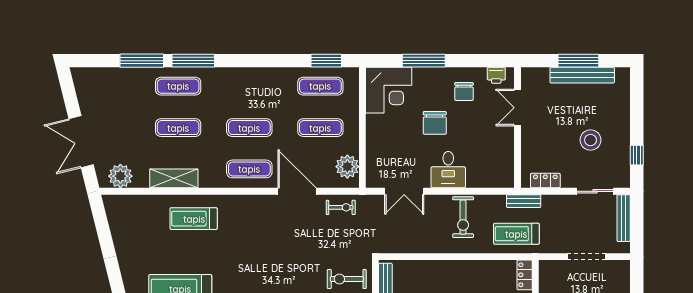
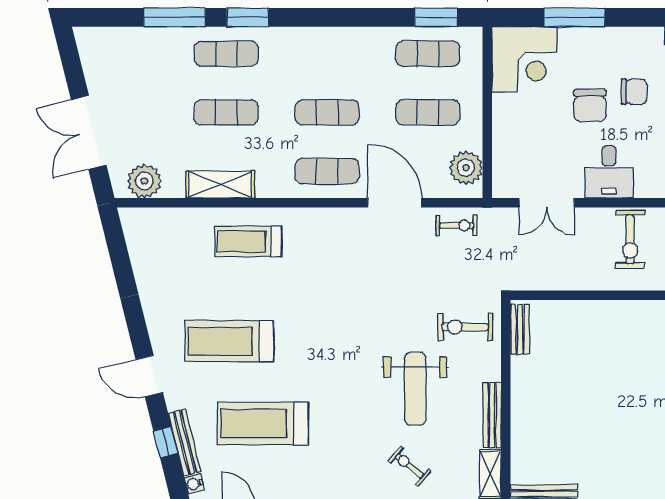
window: (193, 61) -> (248, 17), width x0.69
chair: (464, 92) -> (634, 92), moved, turned -90

